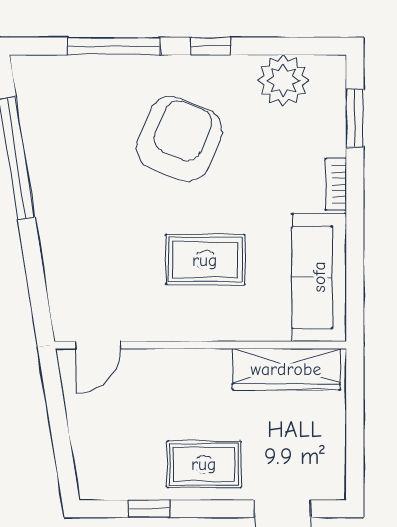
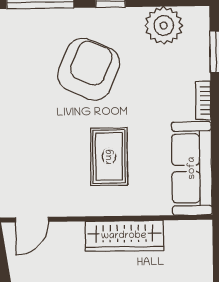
rug: (205, 260) -> (109, 157), turned 90
wardrobe: (286, 369) -> (124, 236), moved

